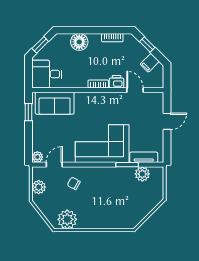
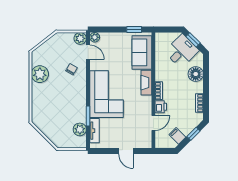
desk: (47, 74) -> (182, 51), moved, turned 45
fireplace: (89, 98) -> (146, 83), added
plant: (39, 187) -> (80, 38), moved
plant: (67, 219) -> (40, 74), moved

